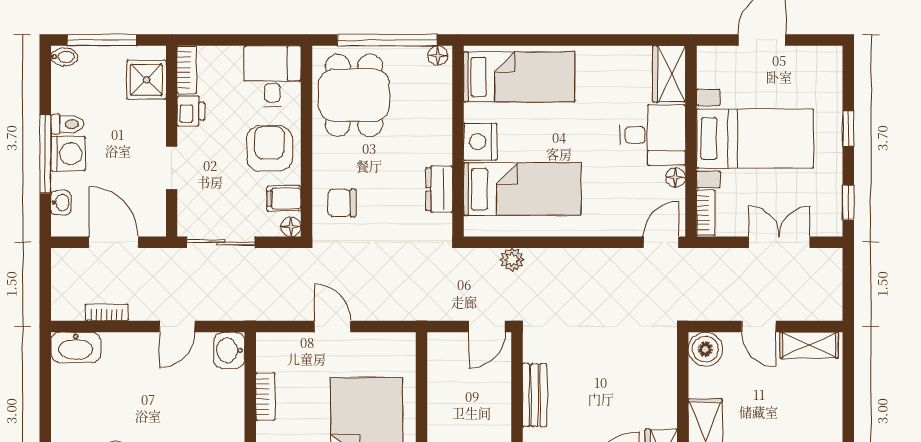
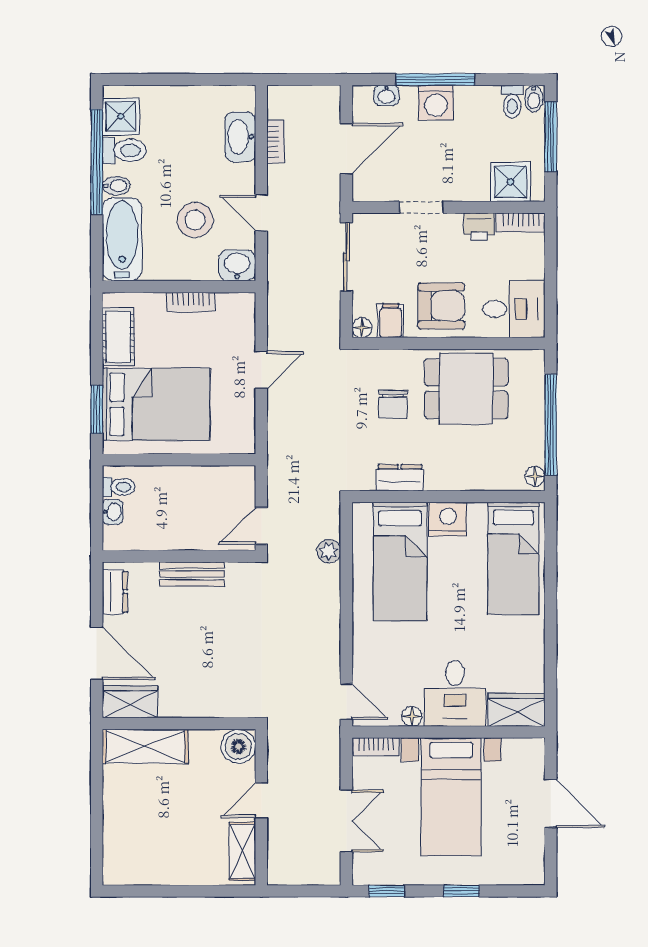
dining table: (354, 95) -> (466, 389), moved
toilet: (67, 124) -> (512, 102), moved
chair: (342, 203) -> (393, 404), moved, turned 180
door: (487, 326) -> (261, 526), hinge flipped
washbasin: (76, 347) -> (240, 137), moved
stool: (184, 392) -> (195, 220), added

